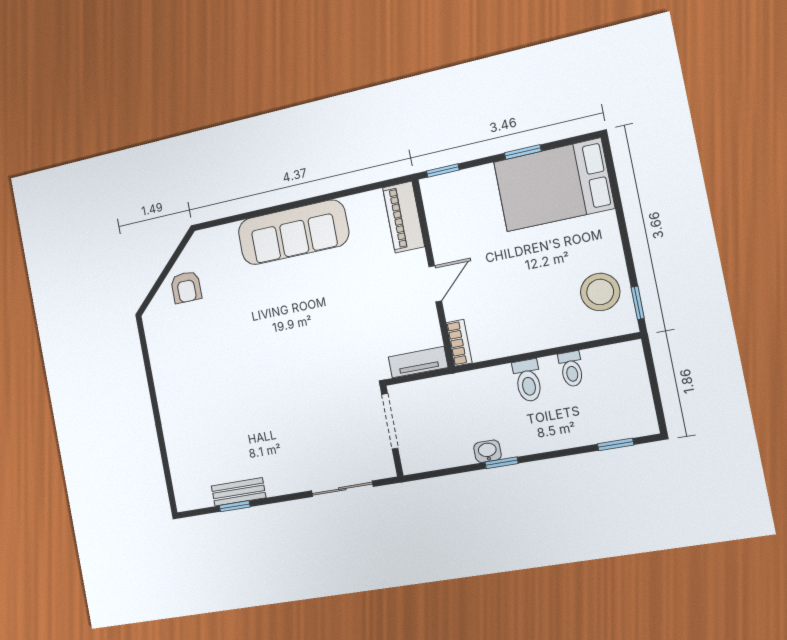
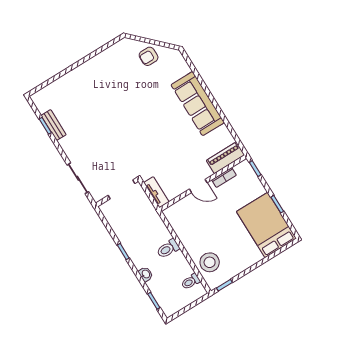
stool: (600, 292) -> (210, 262), moved
bookcase: (459, 343) -> (224, 178), moved
toilet: (571, 369) -> (191, 282), moved
washbasin: (488, 451) -> (146, 274), moved

